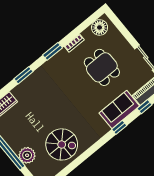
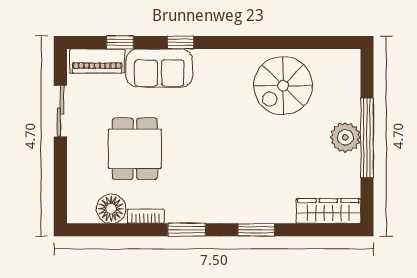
floor lamp: (100, 27) -> (111, 209), moved
spiral stairs: (62, 144) -> (283, 86), turned -90
plant: (27, 155) -> (345, 137), moved

